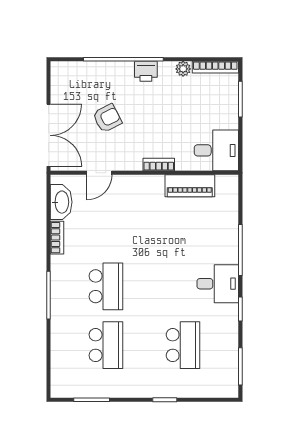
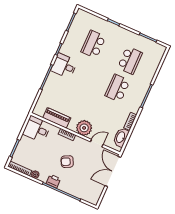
armchair: (107, 118) -> (67, 162), moved
plant: (134, 190) -> (84, 128), added
school desk: (106, 345) -> (130, 60), turned 180

